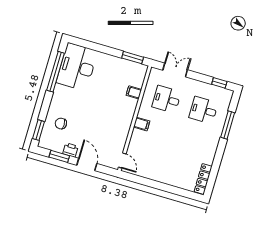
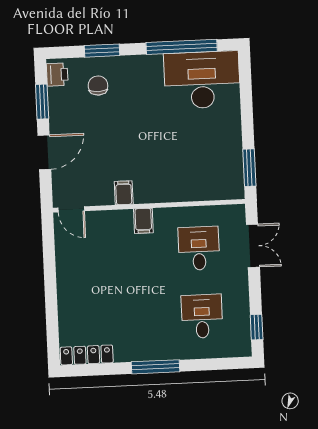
filing cabinet: (134, 92) -> (124, 193), moved
window: (228, 125) -> (155, 367), moved
window: (39, 130) -> (102, 51), moved
printer: (70, 150) -> (57, 75), moved
door: (122, 161) -> (71, 209), hinge flipped

